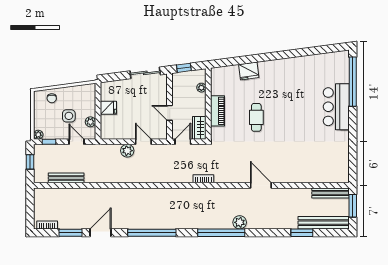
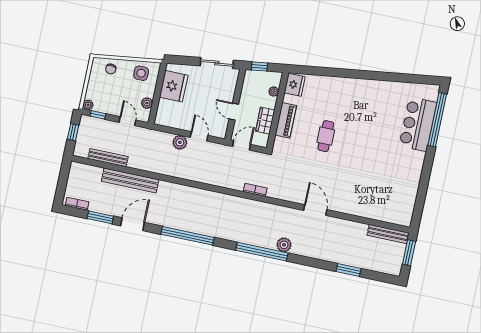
fridge: (249, 71) -> (295, 85), moved, turned -83
bar counter: (336, 107) -> (418, 124), moved
fridge: (108, 108) -> (174, 86), width x1.88, depth x1.34
side table: (69, 116) -> (141, 73), moved
wardrobe: (199, 128) -> (265, 121), moved
bench: (324, 223) -> (130, 180), moved

